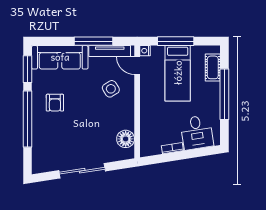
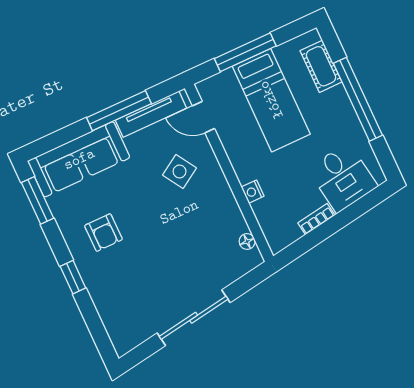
nightstand: (145, 51) -> (253, 192), moved
window: (28, 119) -> (73, 277), width x0.32
floor lamp: (126, 139) -> (247, 241), width x0.53, depth x0.53

